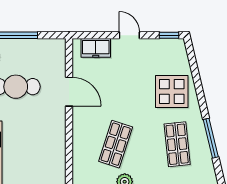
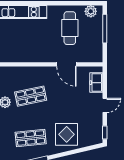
door: (69, 92) -> (66, 64), hinge flipped
shop shelf: (116, 144) -> (31, 96), turned -30

